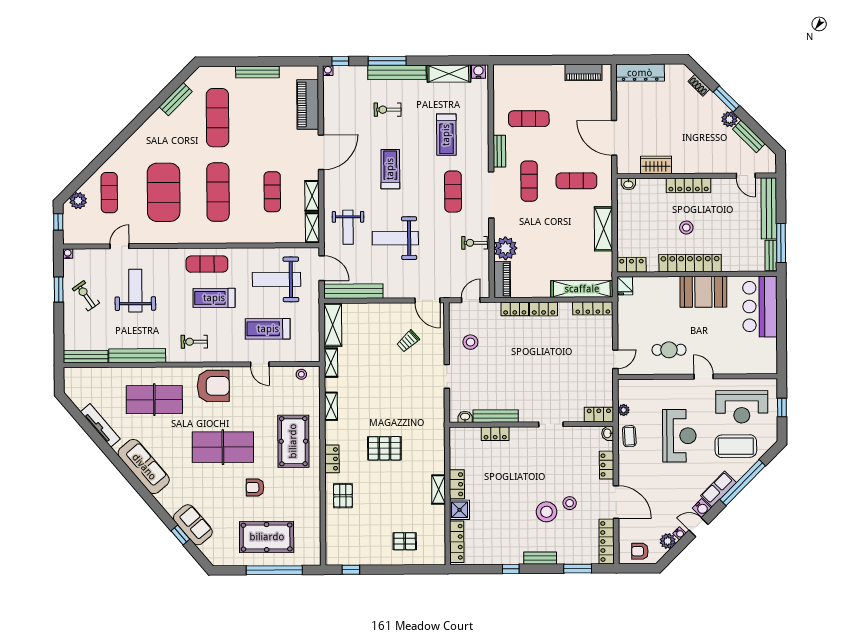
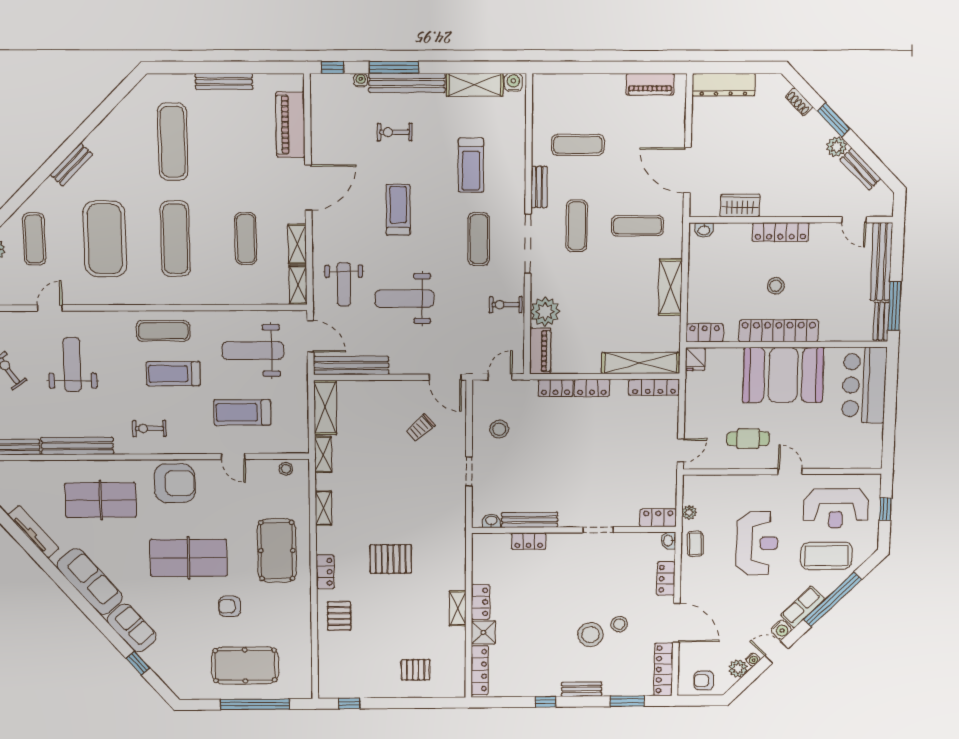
water cooler: (328, 71) -> (361, 80), moved
bench: (176, 99) -> (72, 164), moved
booth: (703, 292) -> (783, 375), width x1.36, depth x1.42
sofa: (193, 525) -> (132, 628), moved

